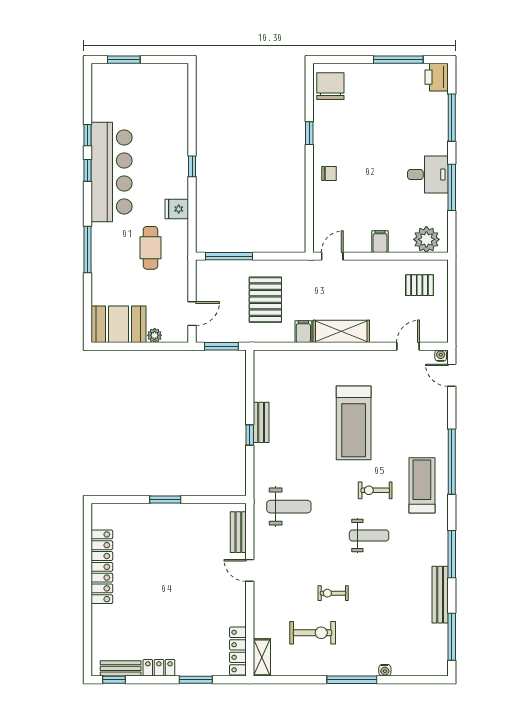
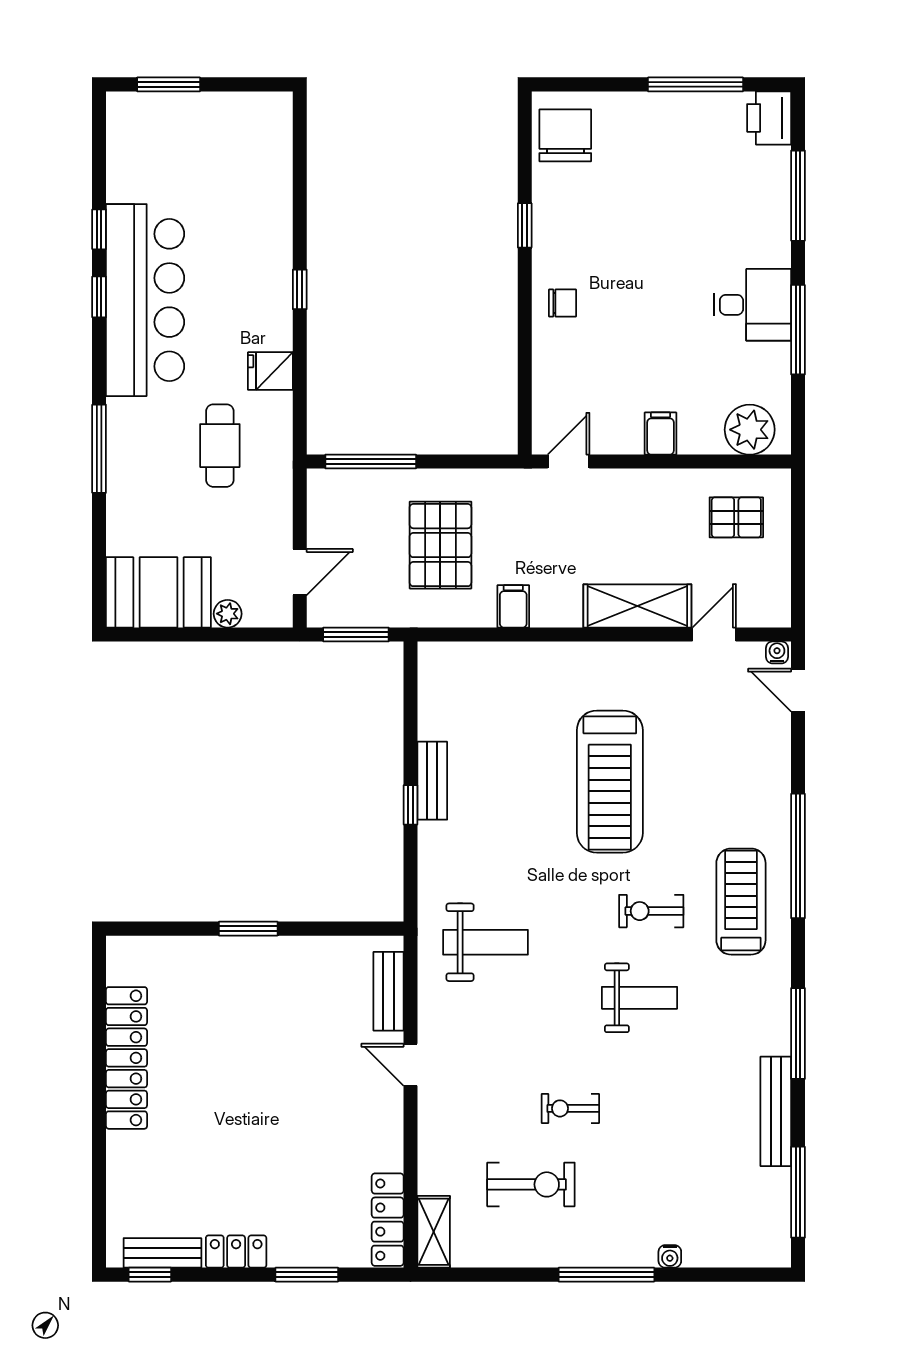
shelving: (341, 331) -> (637, 606), moved

